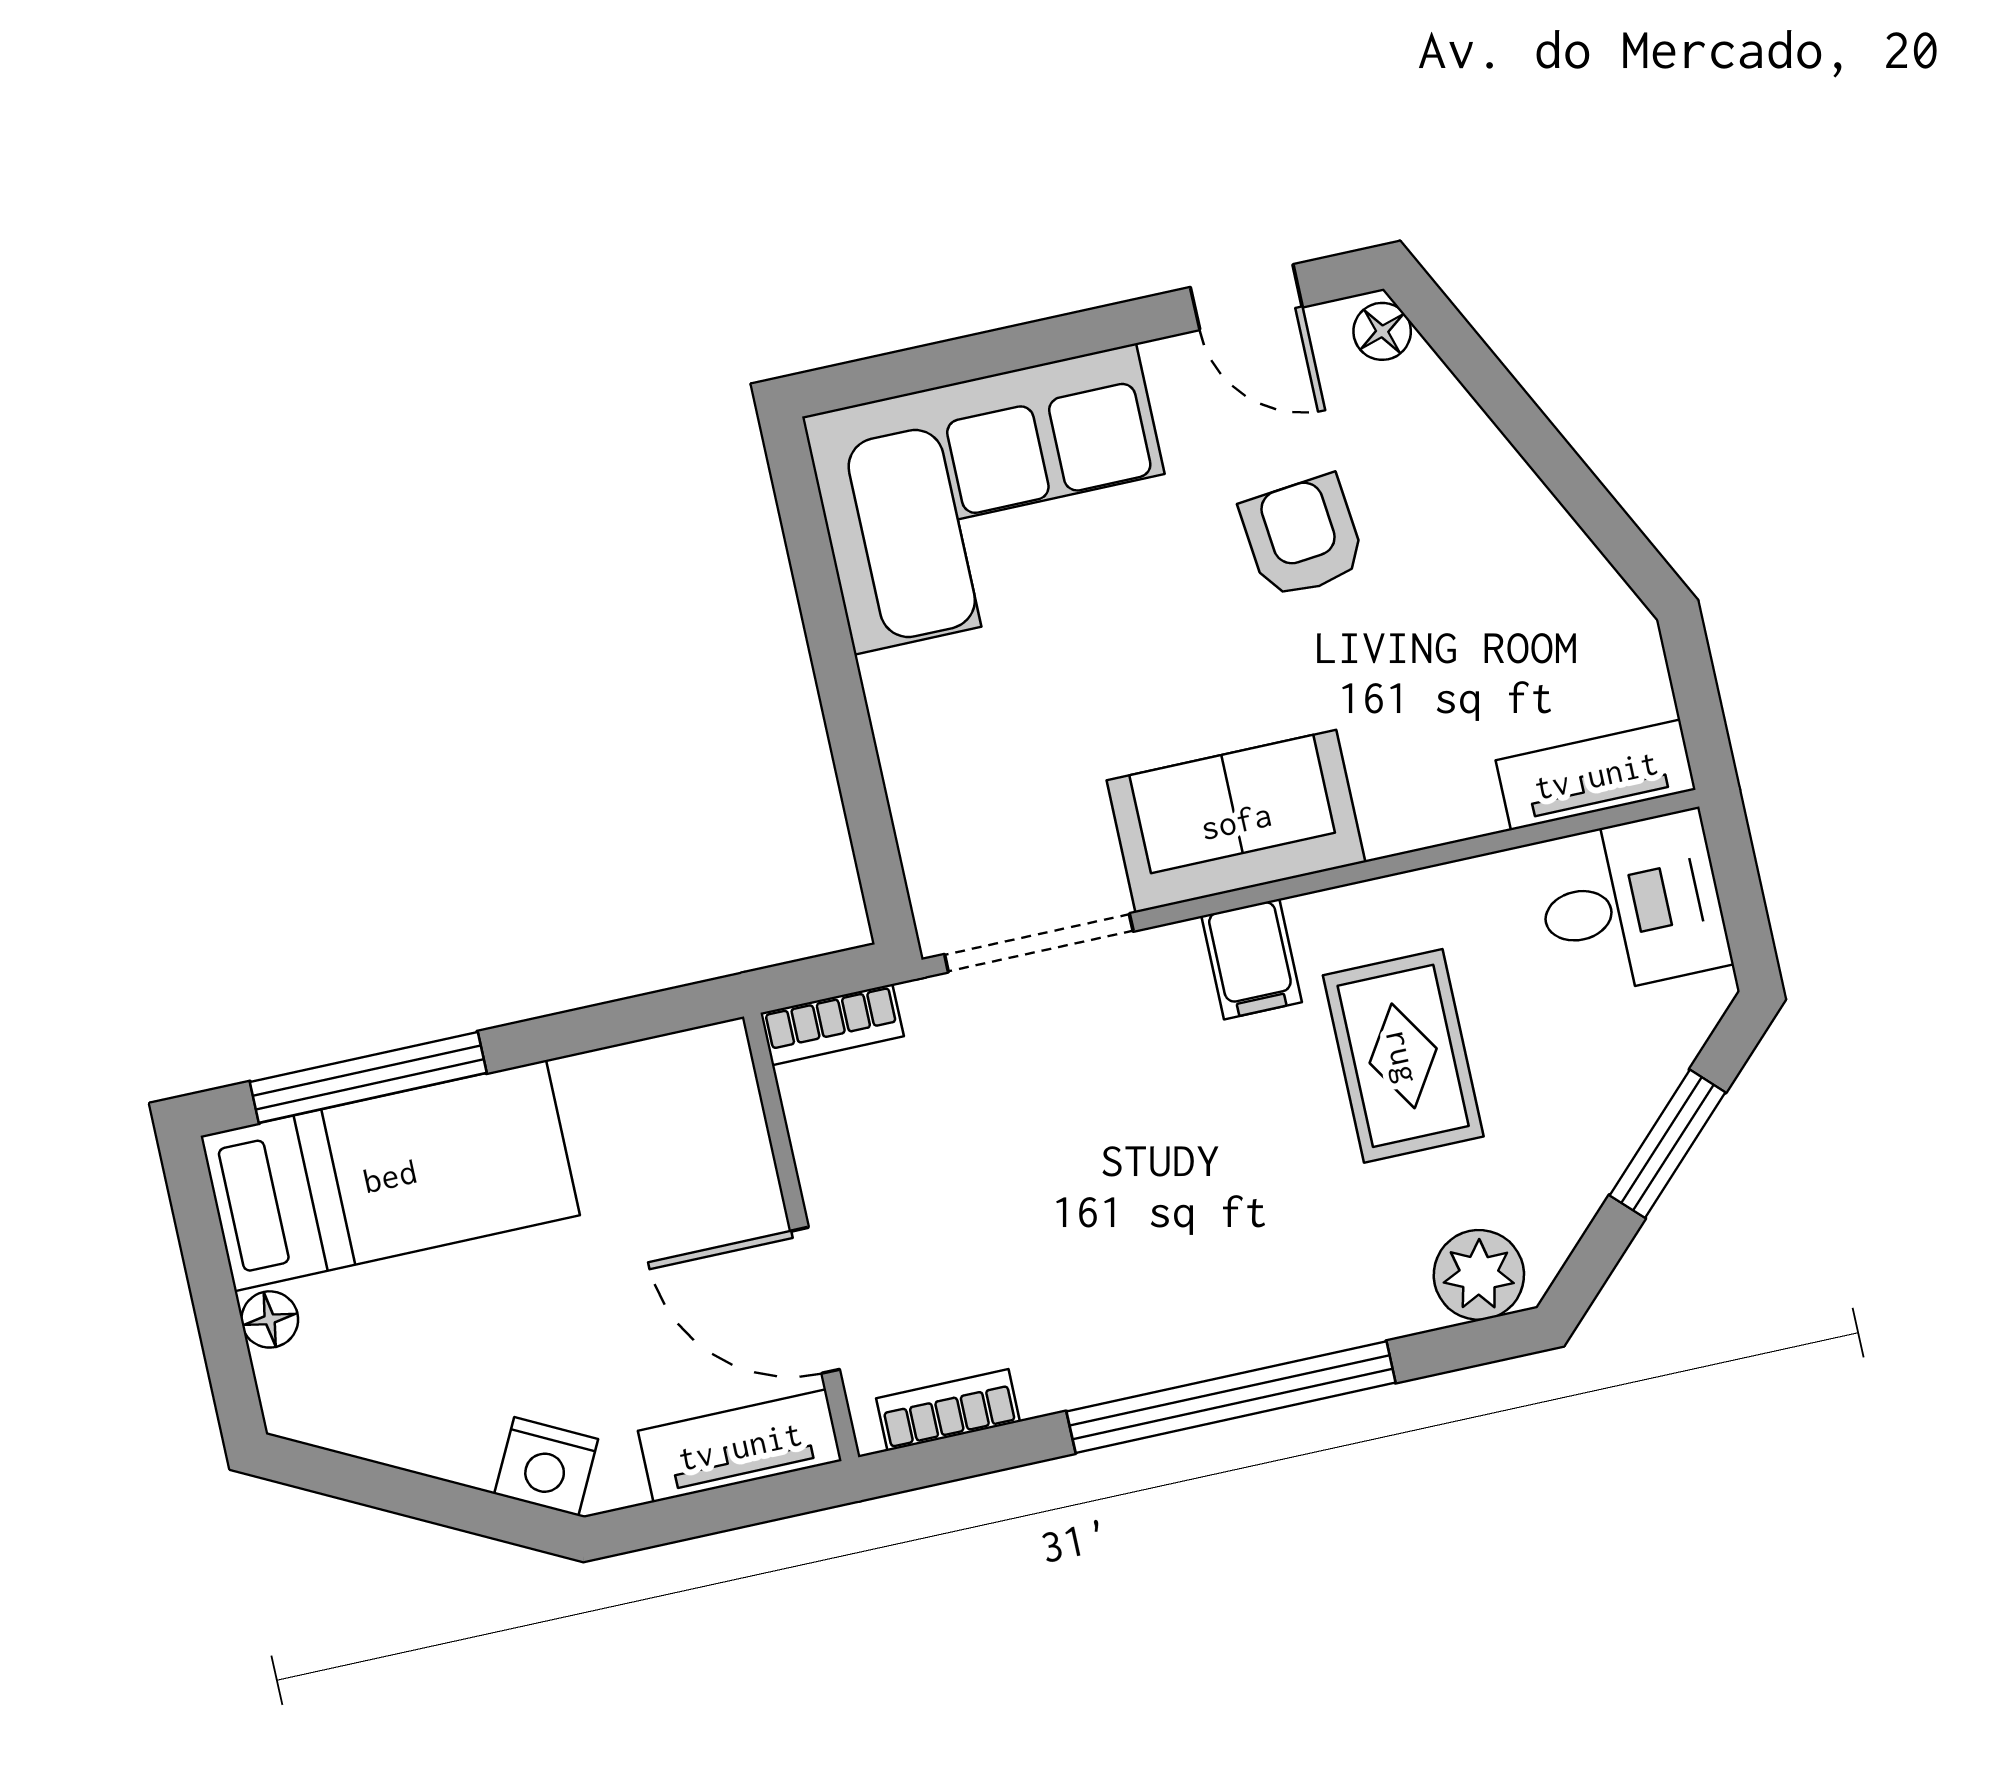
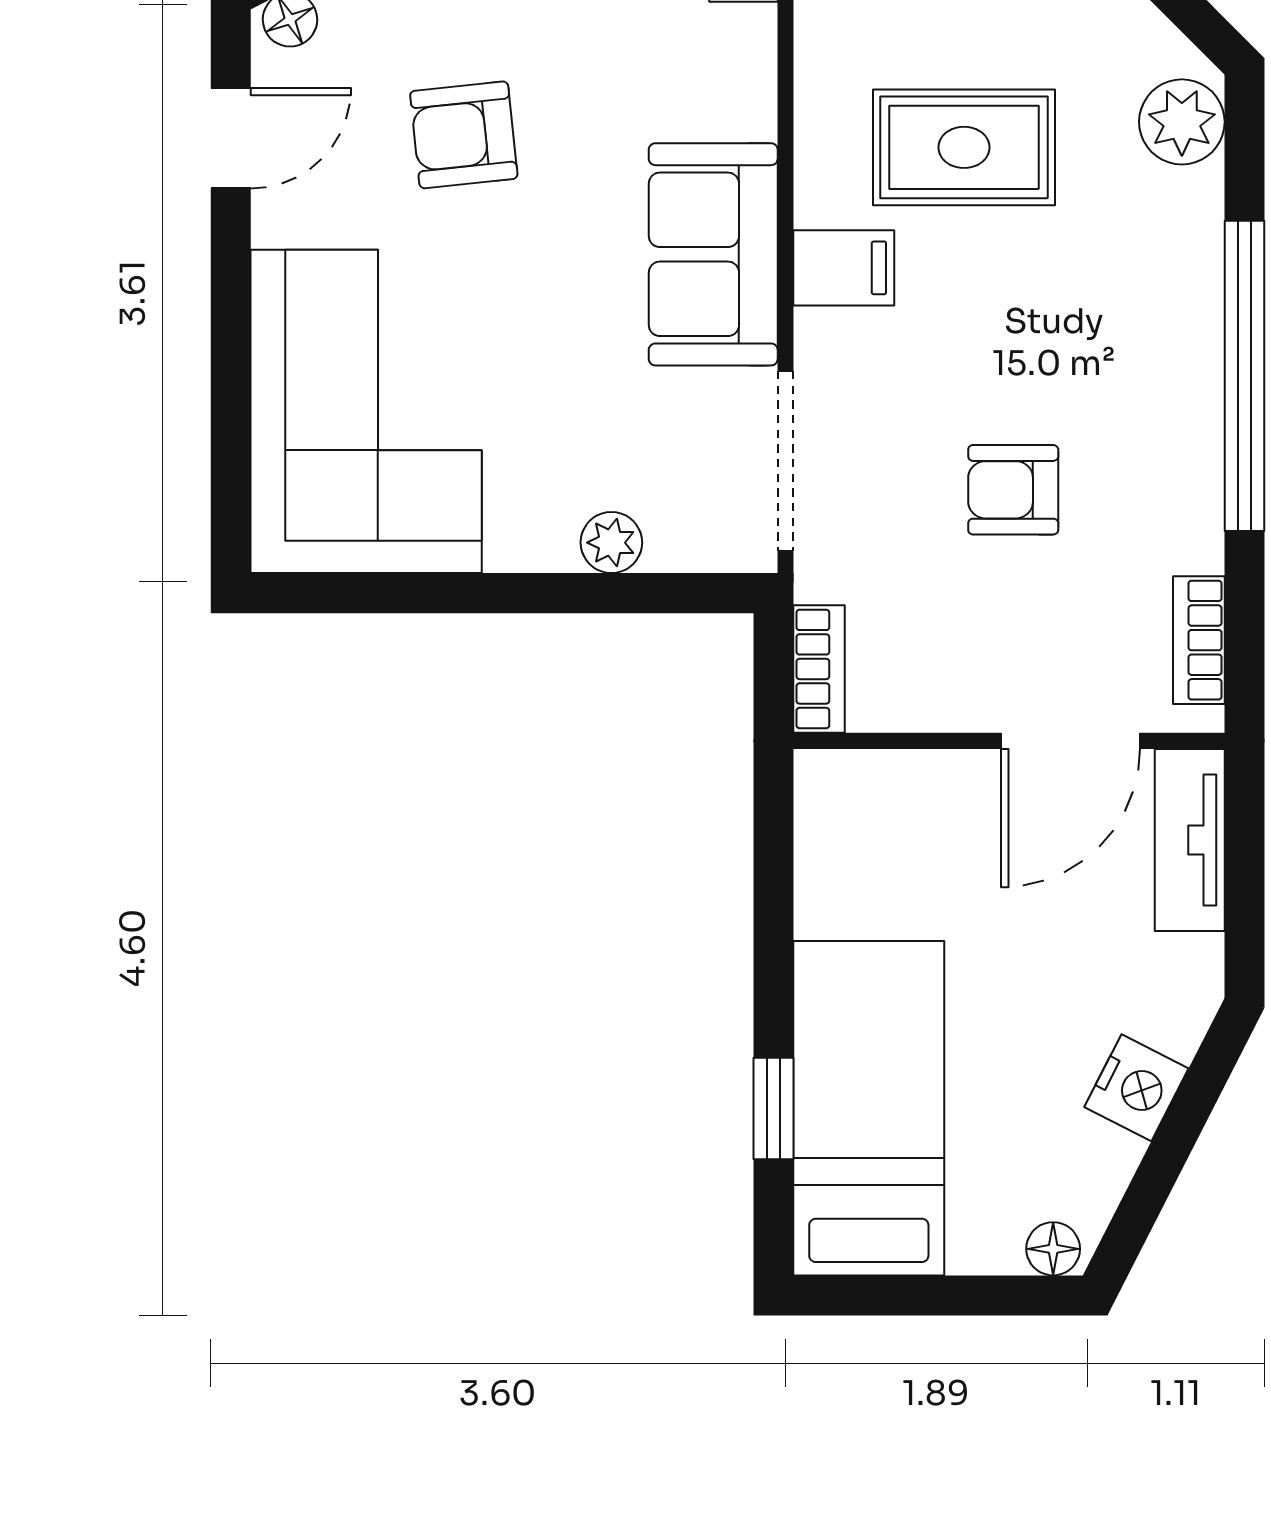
plant: (915, 782) -> (611, 543), added
window: (368, 1077) -> (774, 1109), width x0.46
armchair: (1061, 1184) -> (1013, 490), added
floor lamp: (270, 1319) -> (1053, 1249), moved
nightstand: (546, 1467) -> (1136, 1088), moved

